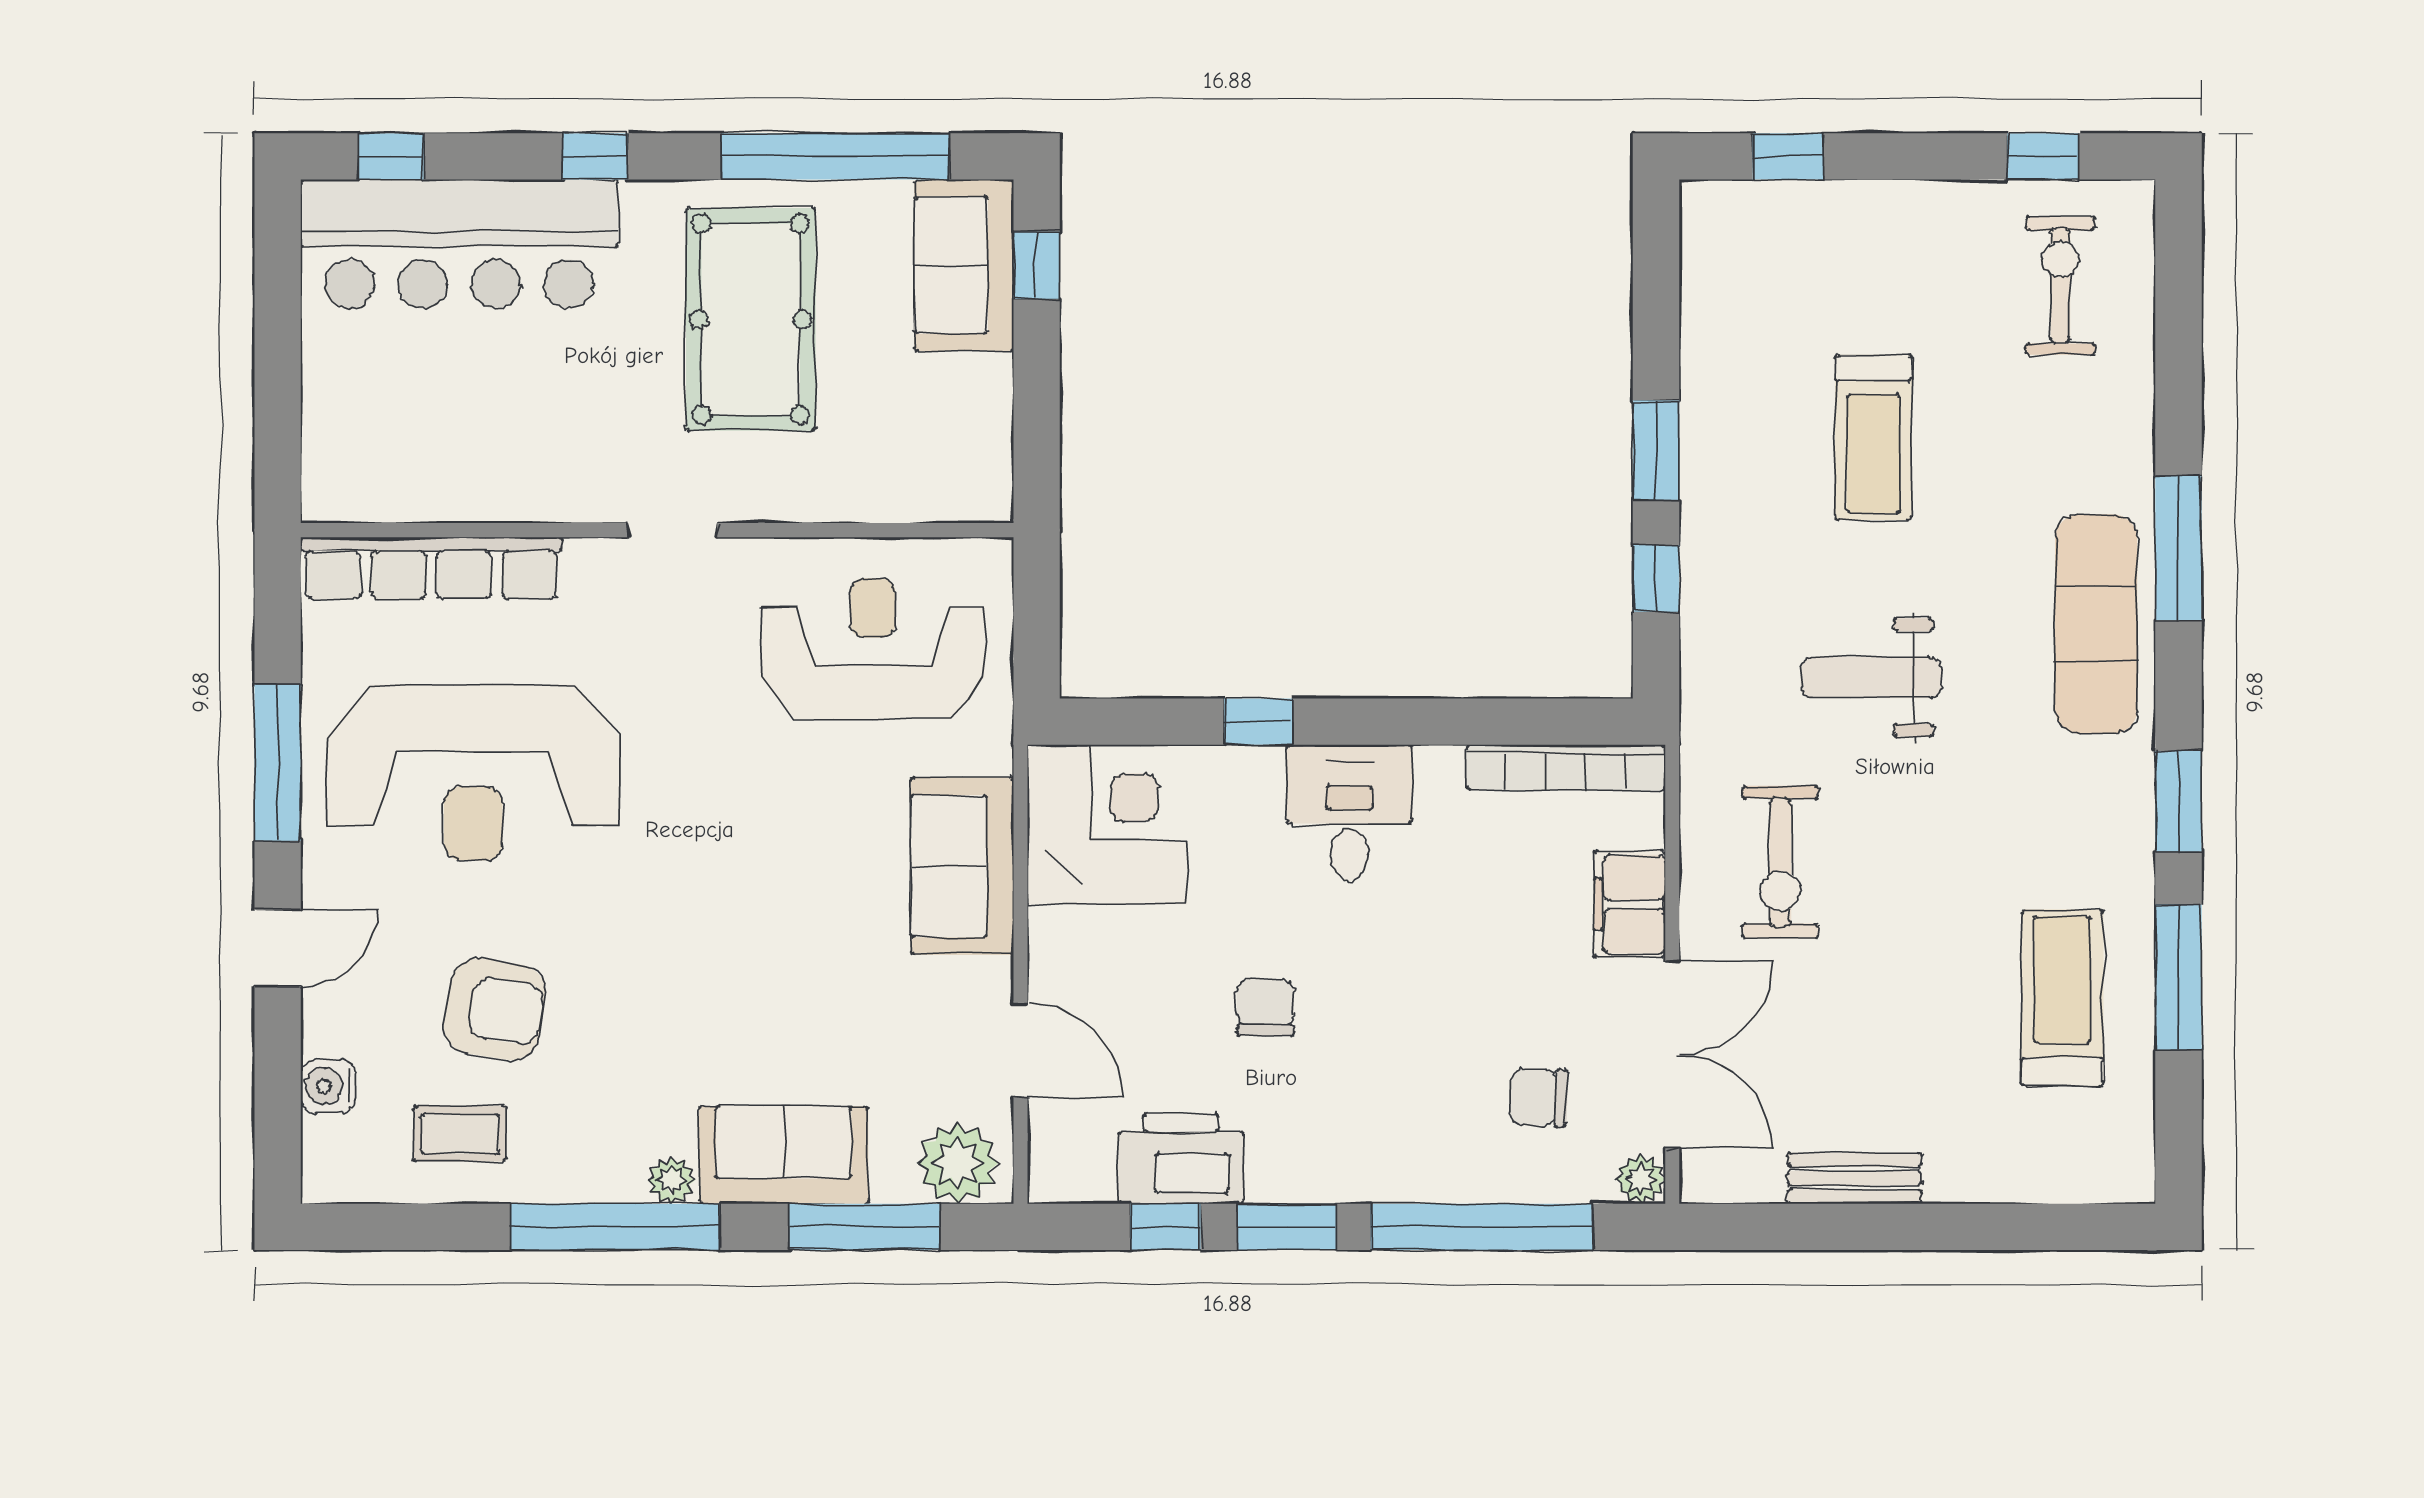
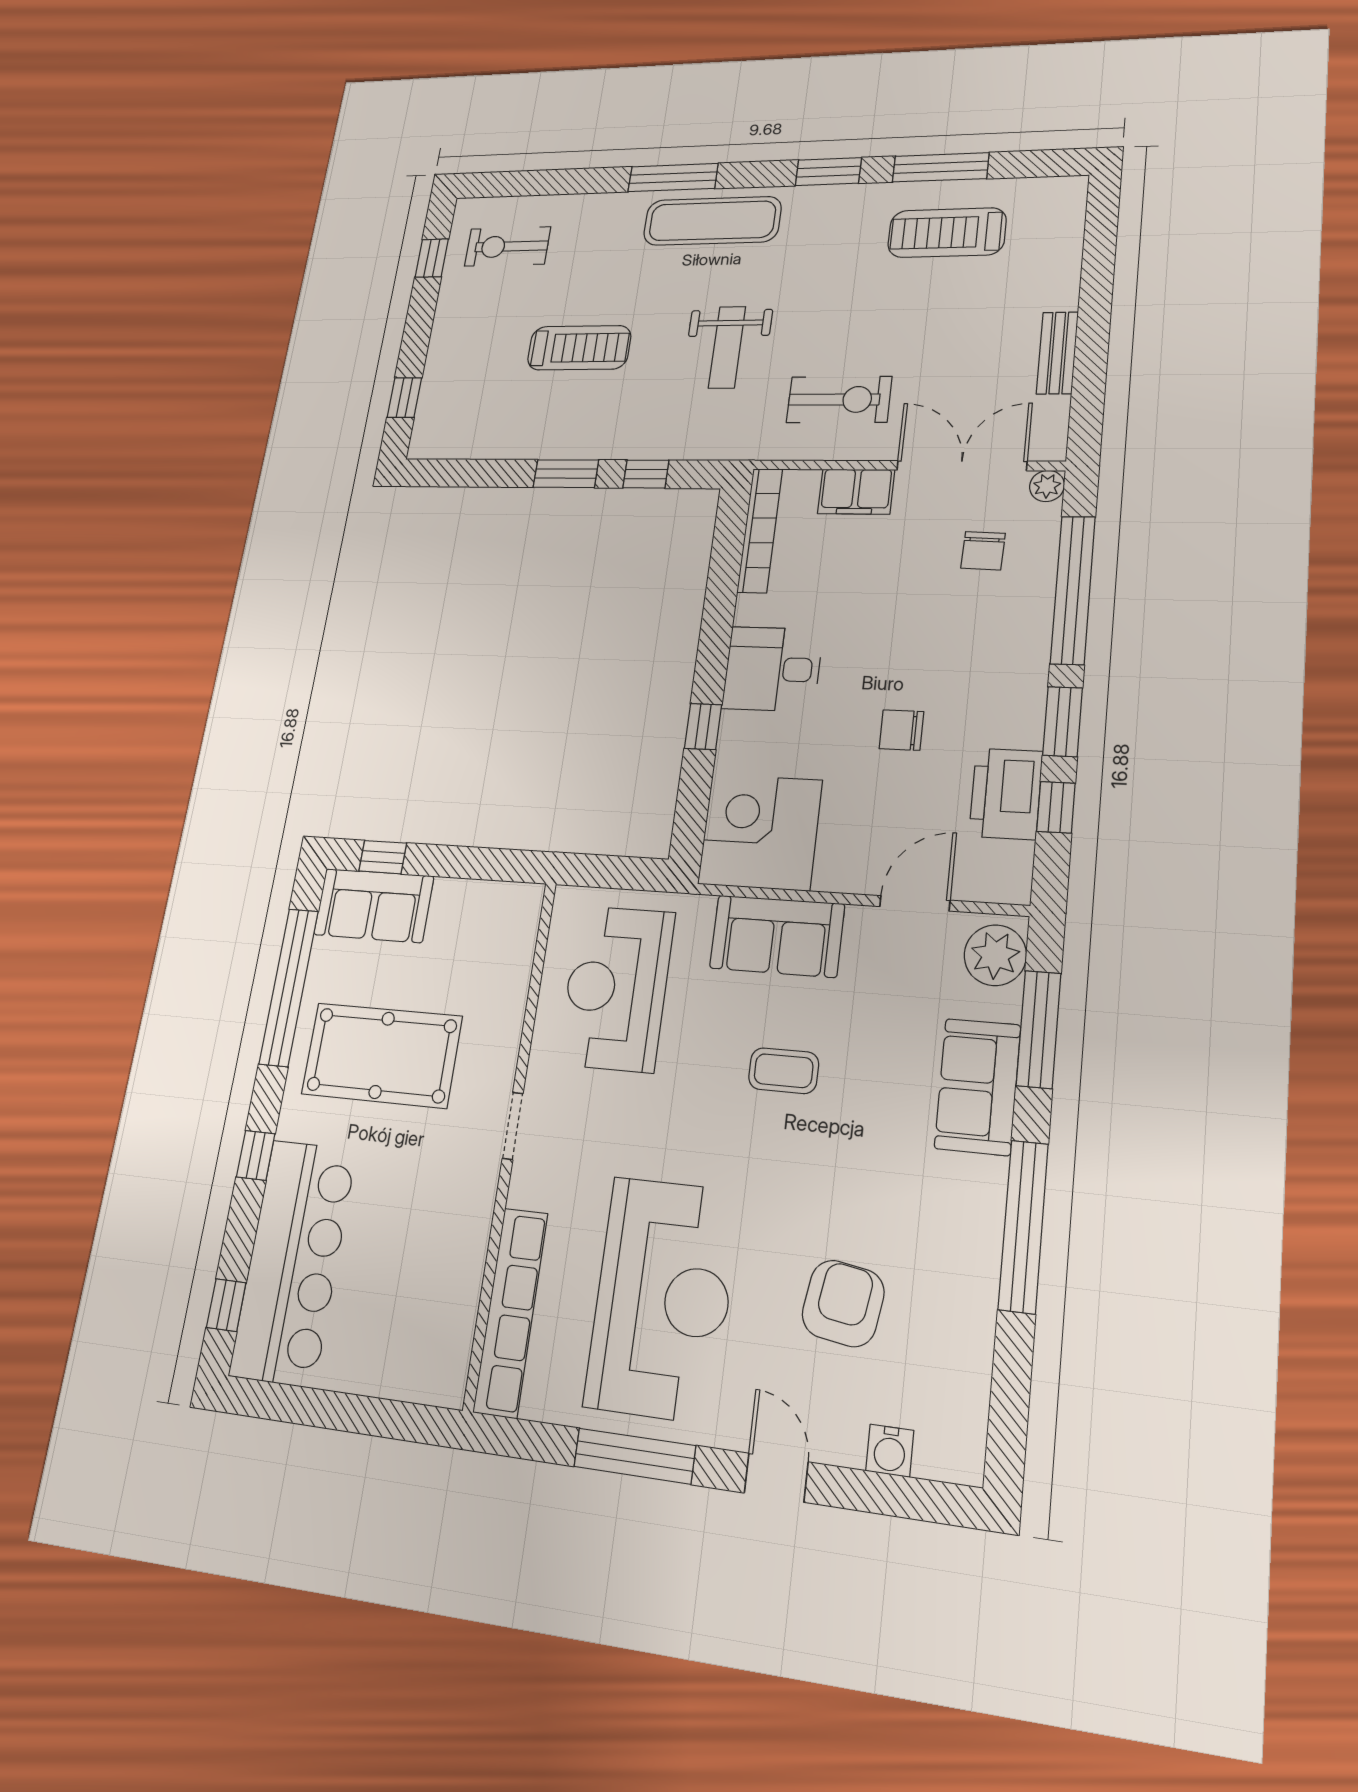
coffee table: (460, 1134) -> (784, 1071), moved, turned 90
plant: (671, 1181) -> (990, 1177), removed

